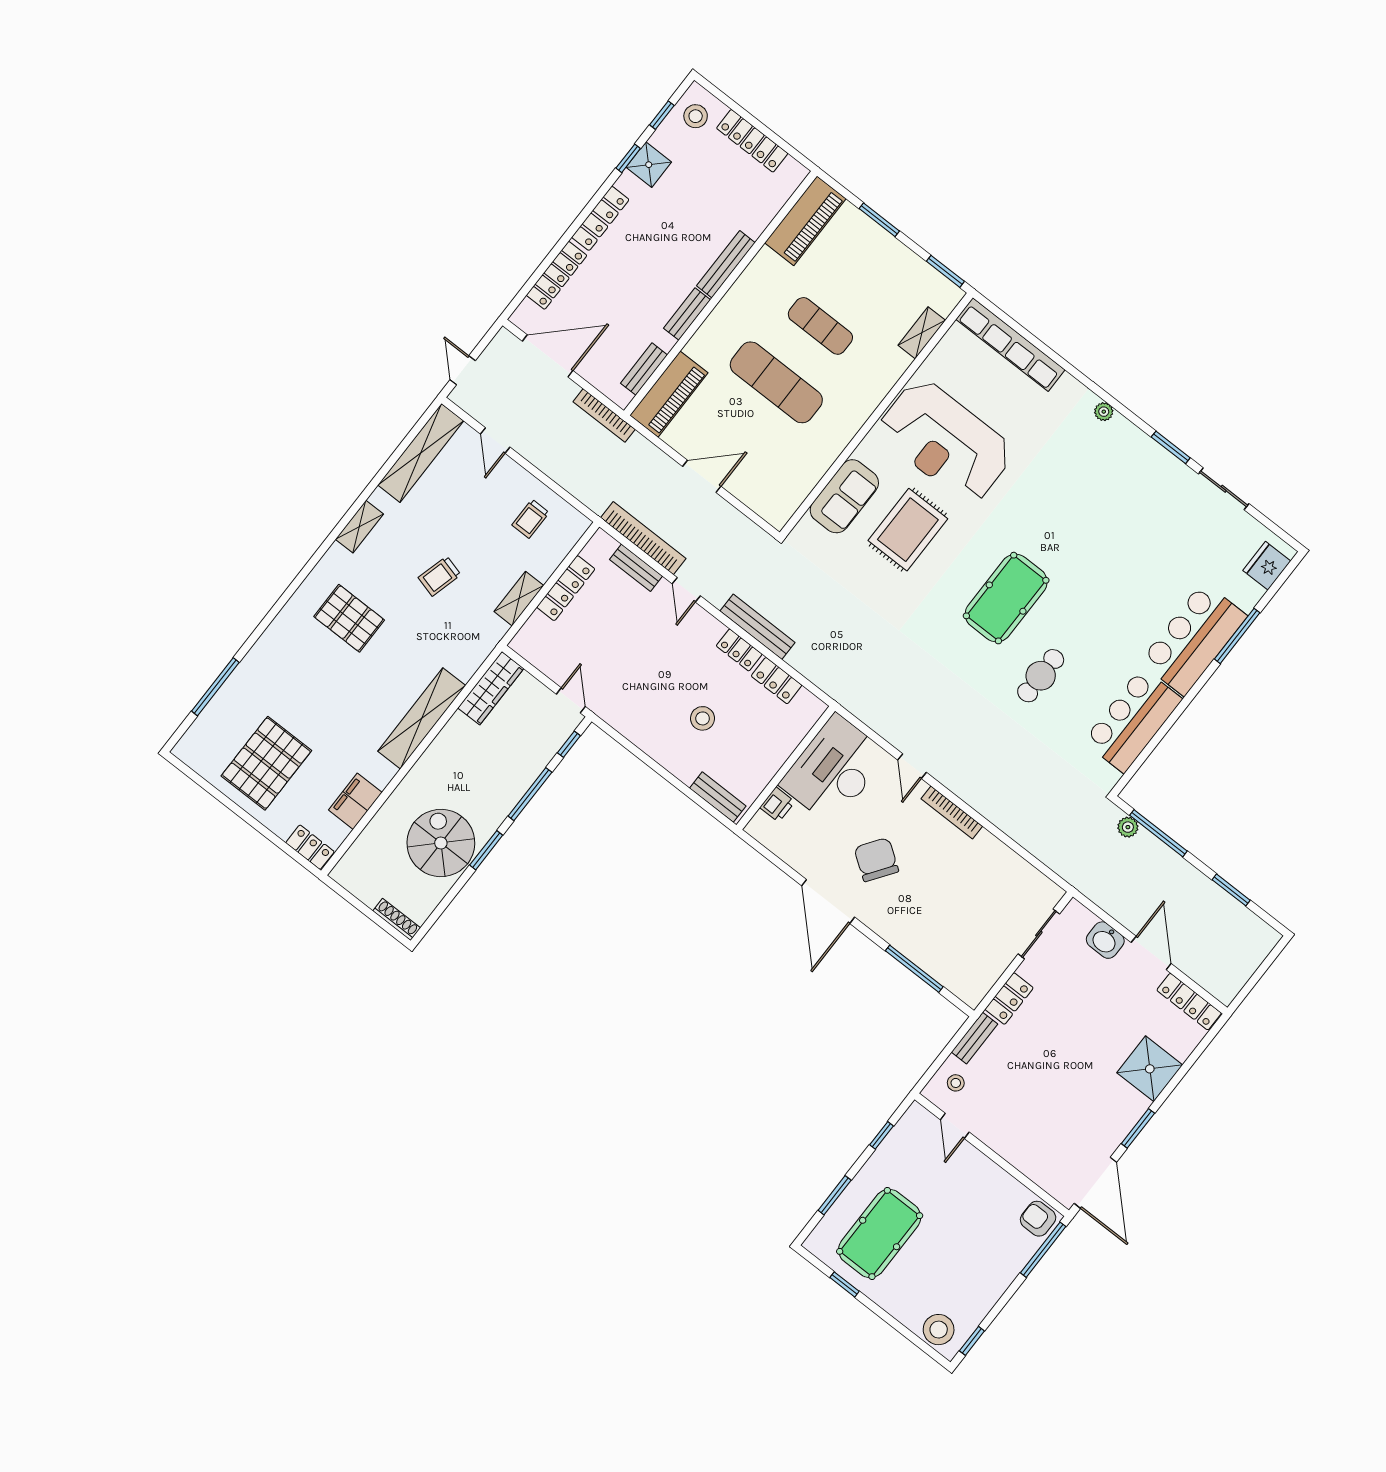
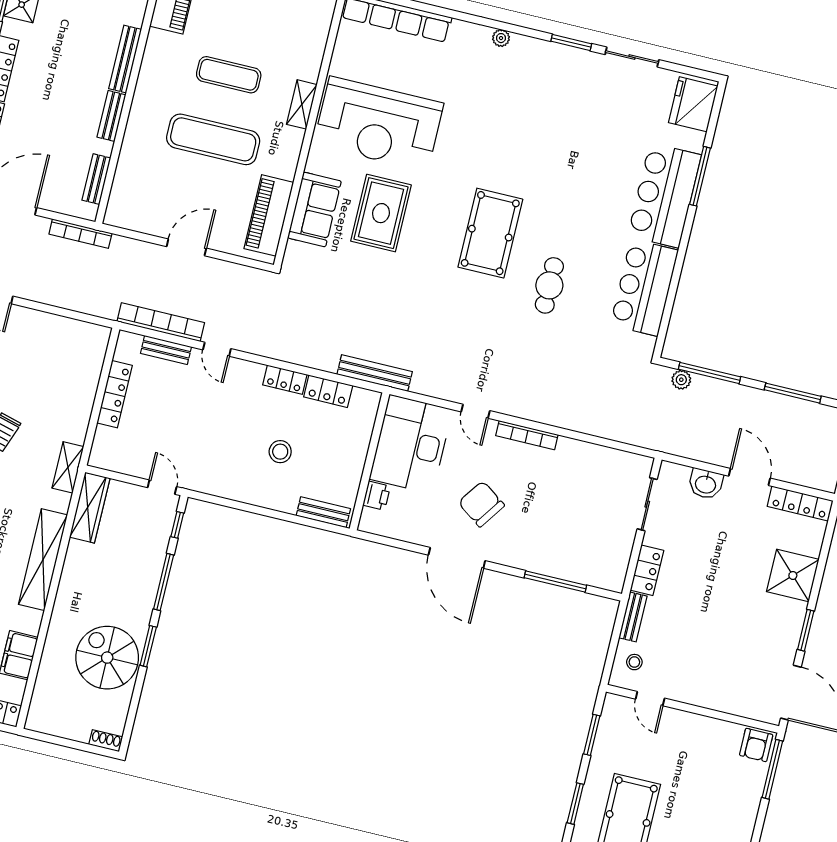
shelving: (922, 333) -> (302, 104), moved
piano: (669, 394) -> (269, 215), moved, turned 180
trolley: (531, 519) -> (58, 349), removed
fridge: (1267, 566) -> (693, 104), width x1.36, depth x1.34
shelving: (519, 599) -> (68, 467), moved
bench: (758, 627) -> (375, 373), moved
window: (1231, 890) -> (793, 393), width x1.44
shoe rack: (397, 919) -> (106, 741), width x0.70
window: (881, 1135) -> (592, 735), width x1.50
armchair: (1038, 1219) -> (756, 745), turned -90

